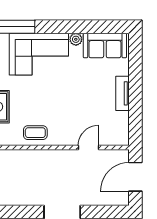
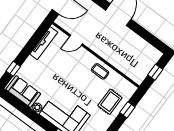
window: (135, 63) -> (13, 69), added
tv unit: (122, 93) -> (44, 43), moved, width x1.41

